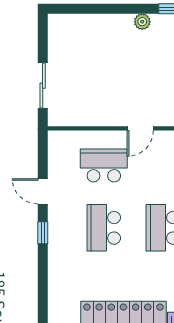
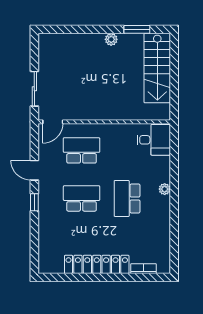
door: (140, 128) -> (53, 122), moved
school desk: (104, 228) -> (82, 198), turned 90

